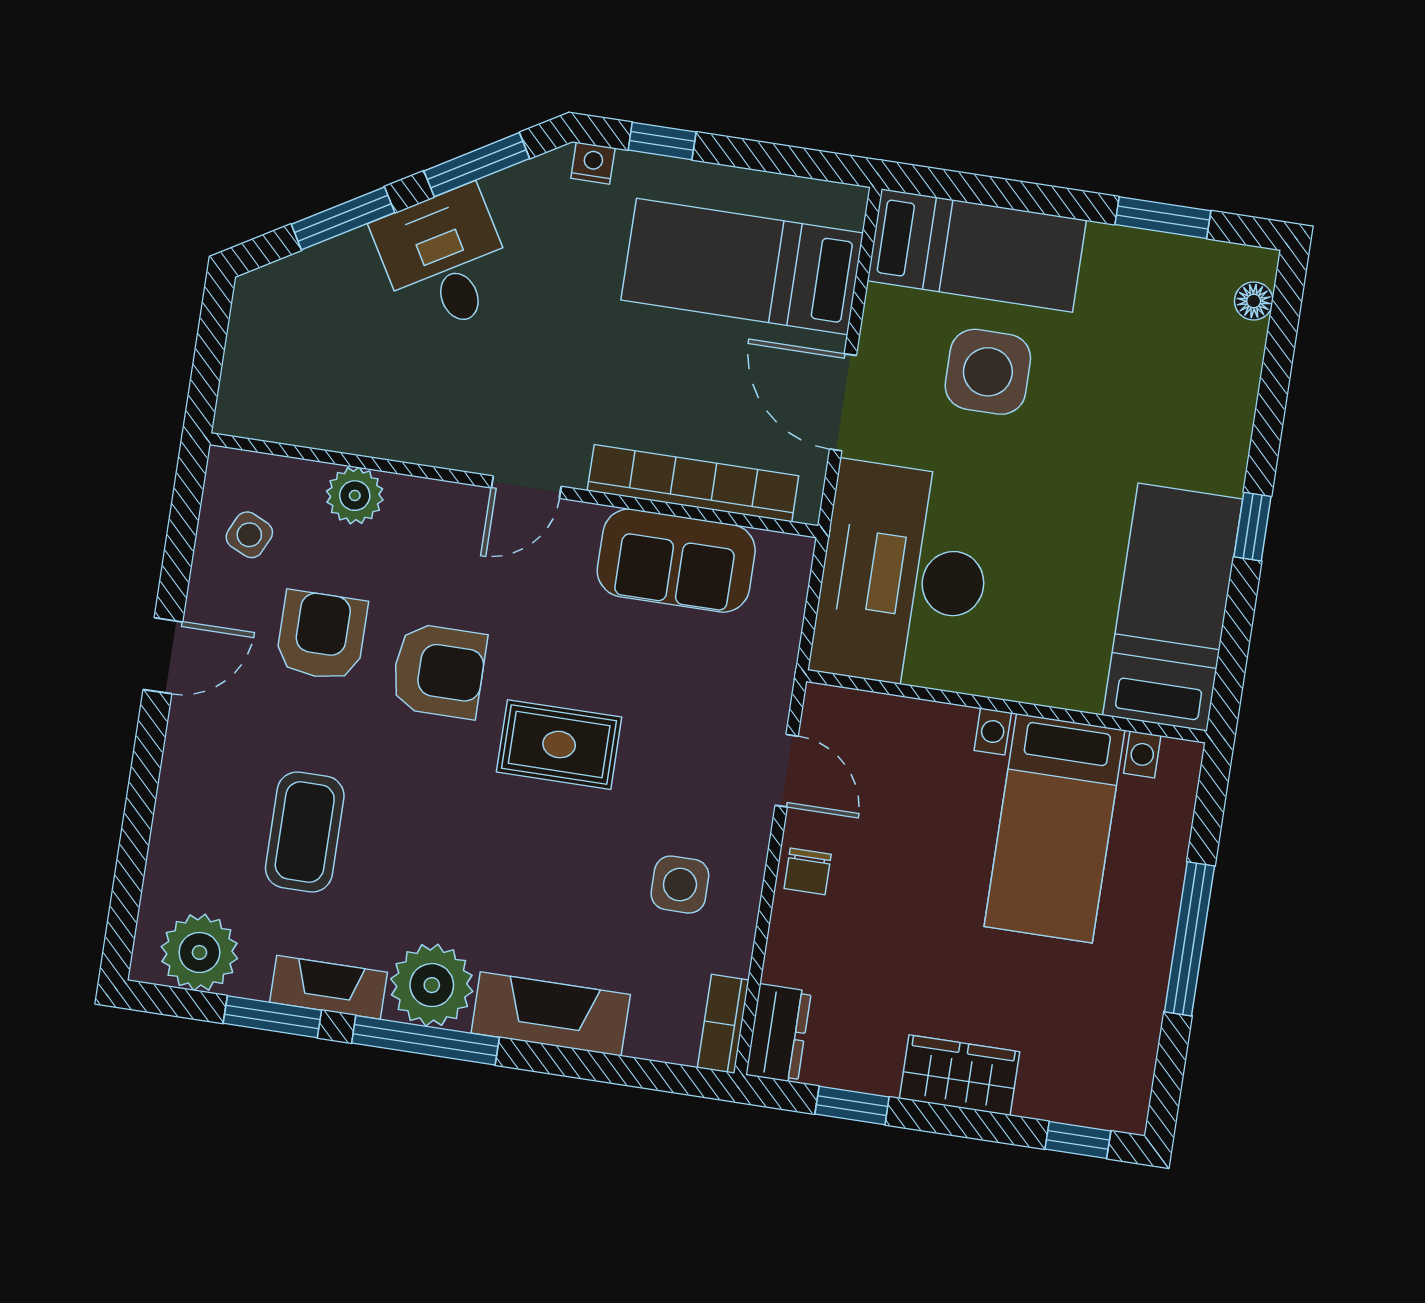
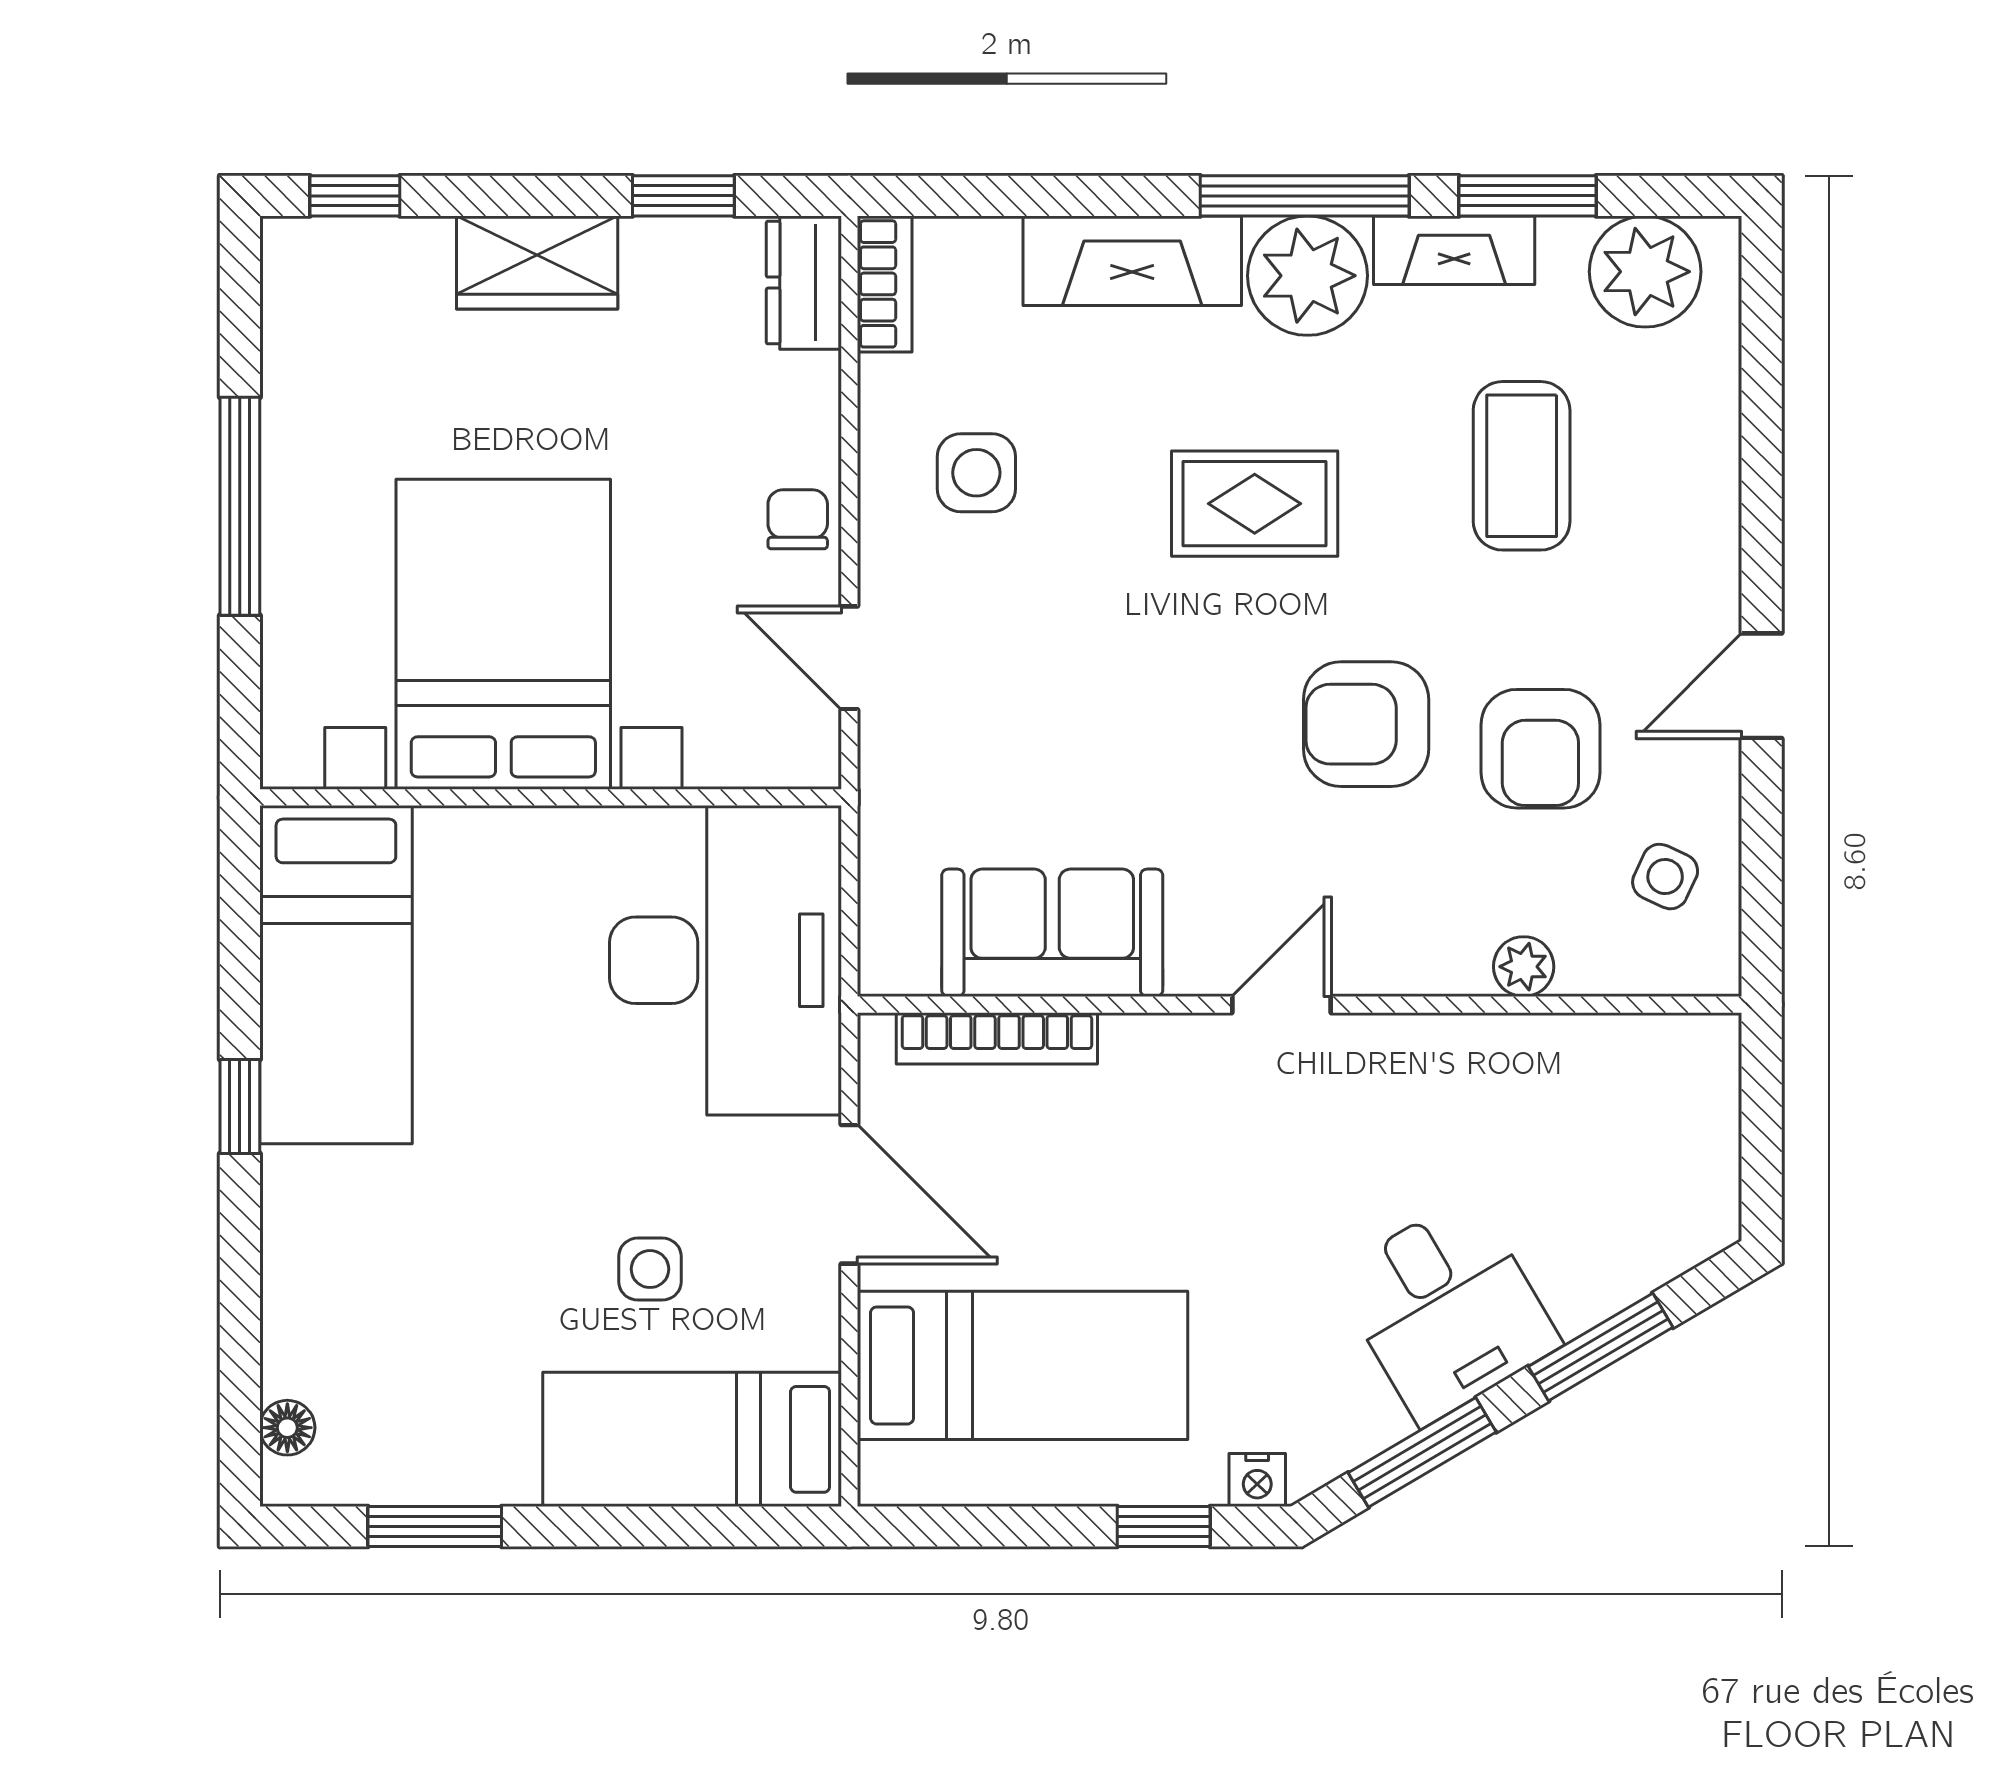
side table: (988, 372) -> (650, 1269), width x0.54, depth x0.54
bookcase: (693, 483) -> (997, 1038), width x0.68, depth x0.76
plant: (355, 496) -> (1524, 967), width x0.73, depth x0.73
rug: (559, 745) -> (1255, 504), moved
bed with nightstands: (1054, 828) -> (503, 634), width x1.36

